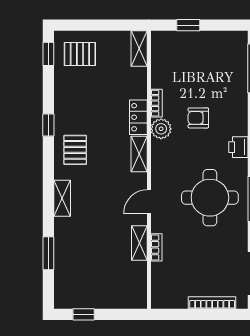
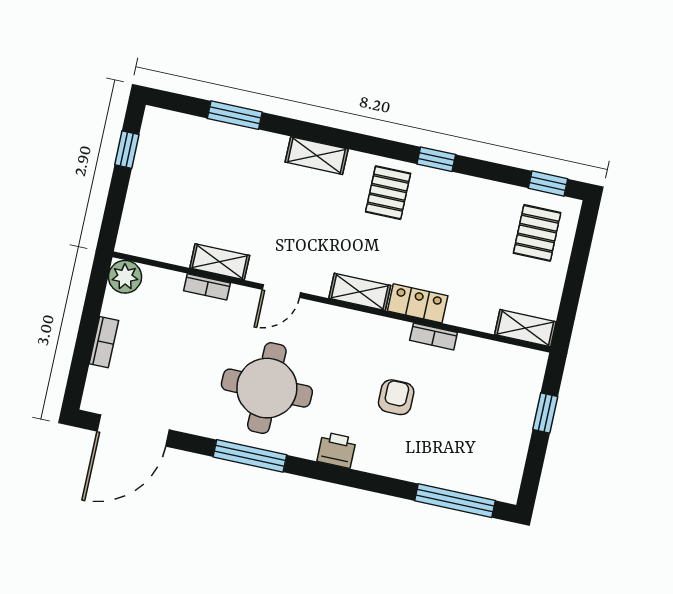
plant: (161, 129) -> (125, 277), moved
pallet: (75, 150) -> (388, 193), turned 90
door: (149, 202) -> (281, 291), swing flipped
bookcase: (212, 303) -> (104, 342), width x0.64

